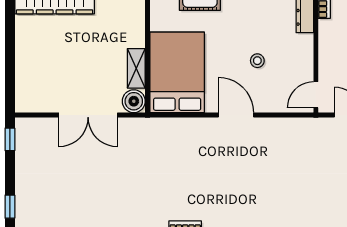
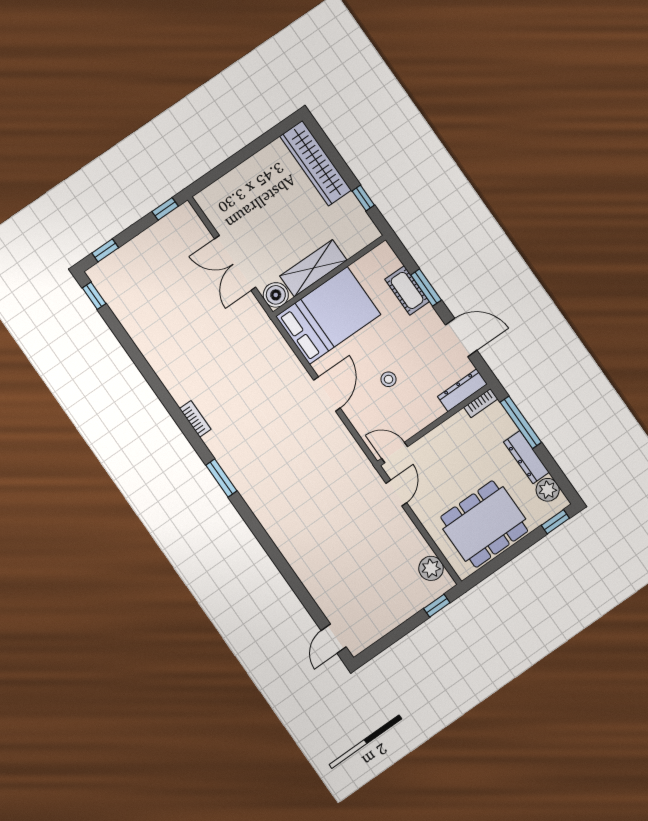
shelving: (136, 68) -> (313, 268), width x1.50, depth x1.33

